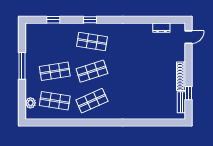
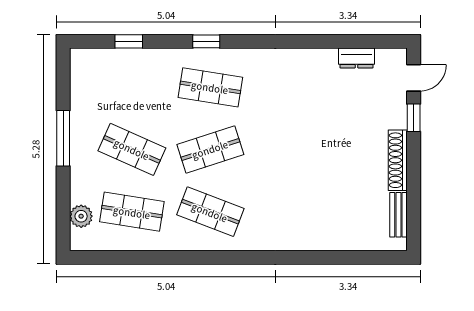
shop shelf: (55, 71) -> (132, 149), turned 33
window: (189, 93) -> (414, 118), moved
shop shelf: (92, 101) -> (210, 212), turned 45

